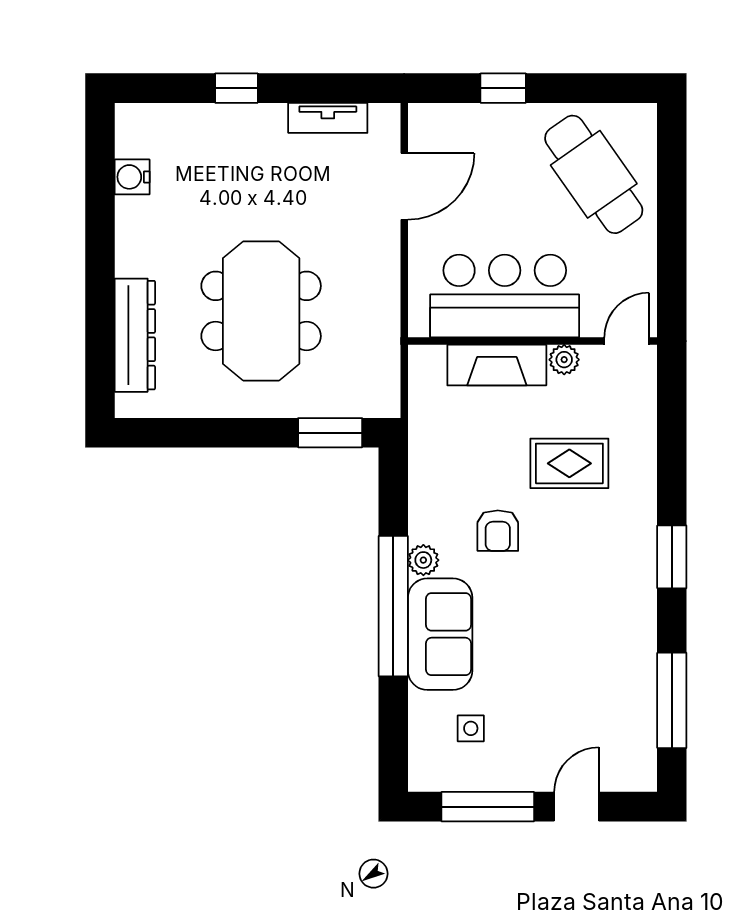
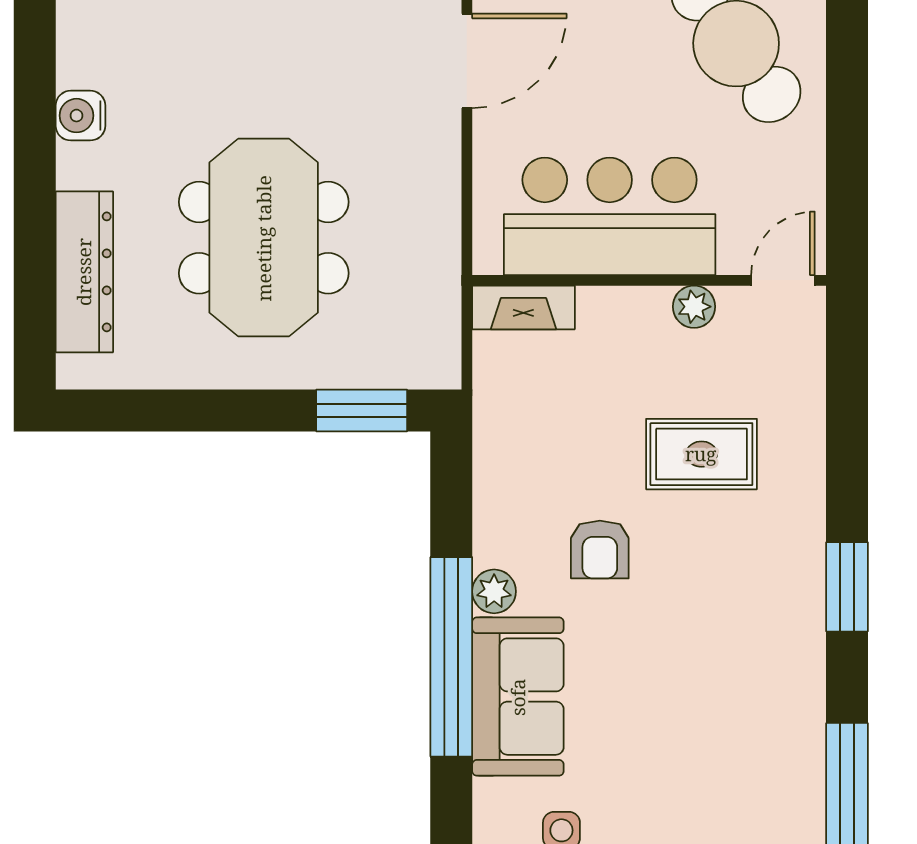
water cooler: (132, 177) -> (80, 116), moved
fireplace: (497, 365) -> (523, 307), moved, width x0.73, depth x0.76

